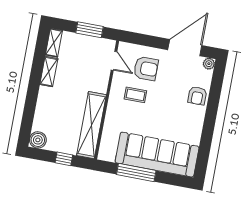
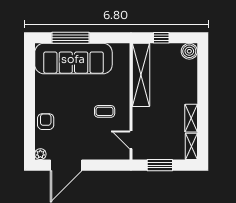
armchair: (146, 68) -> (99, 138), removed
window: (136, 172) -> (70, 38), moved

